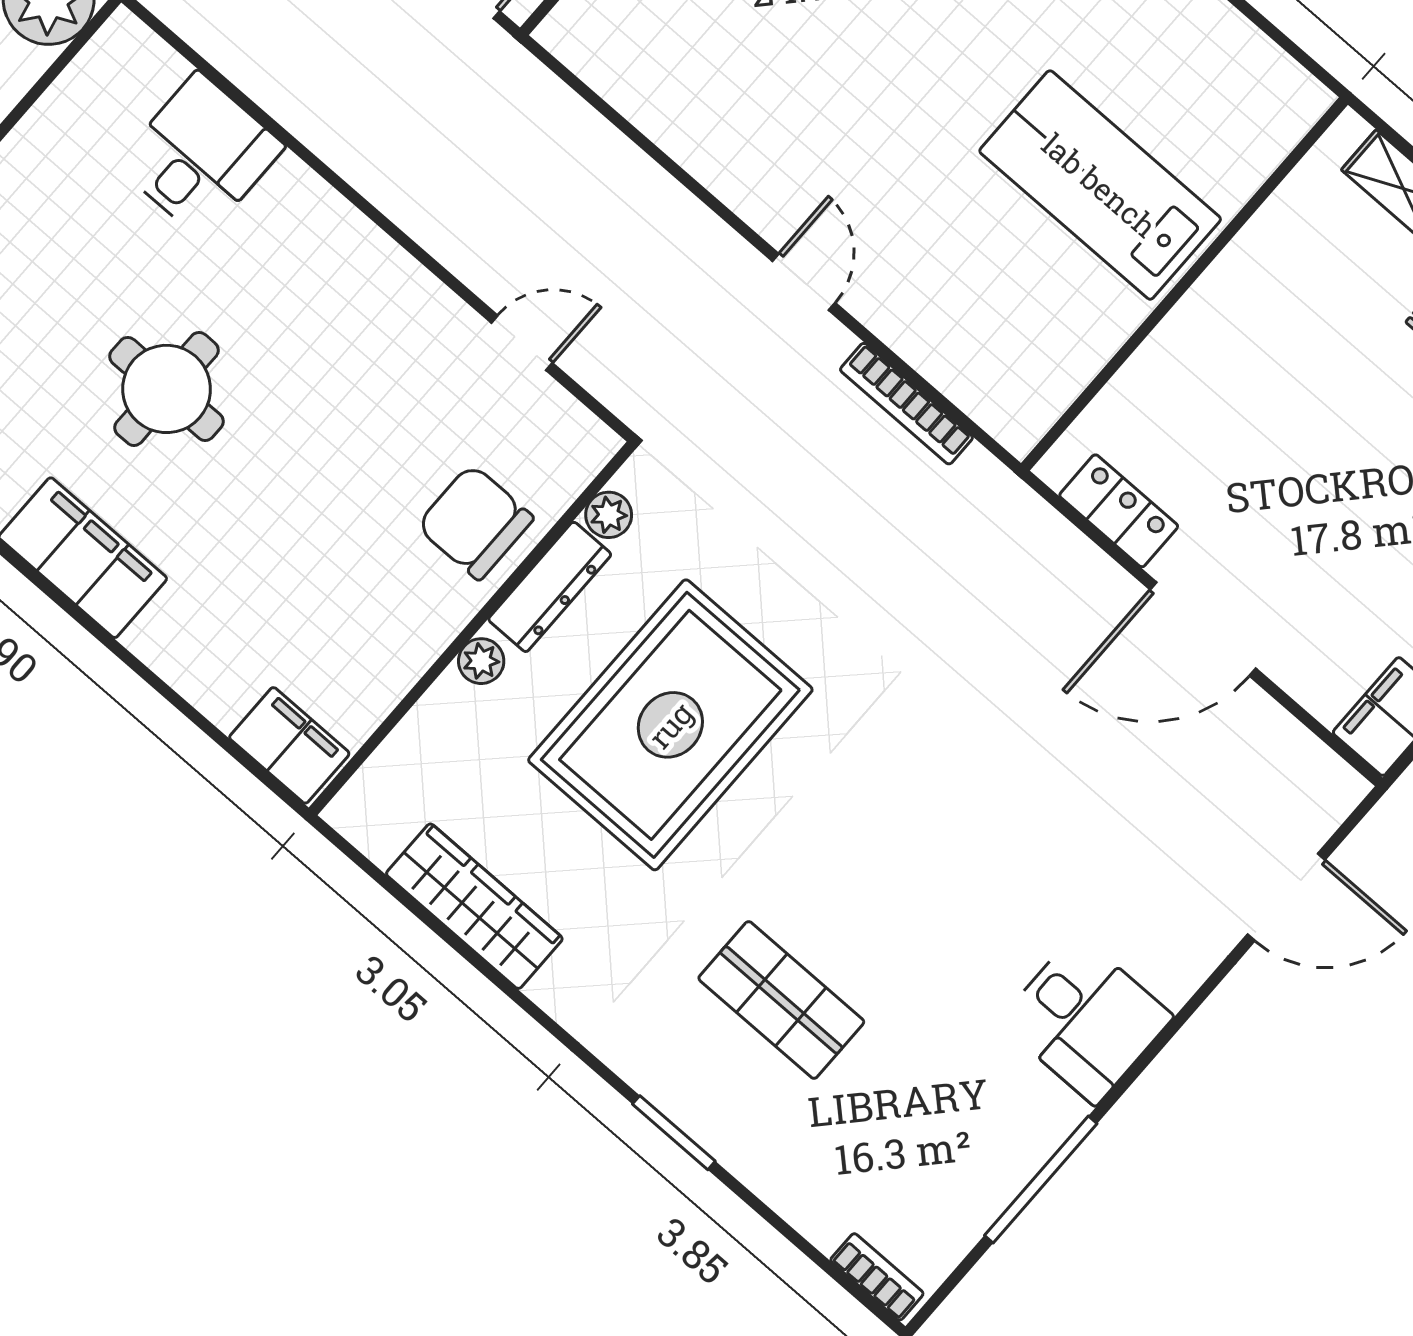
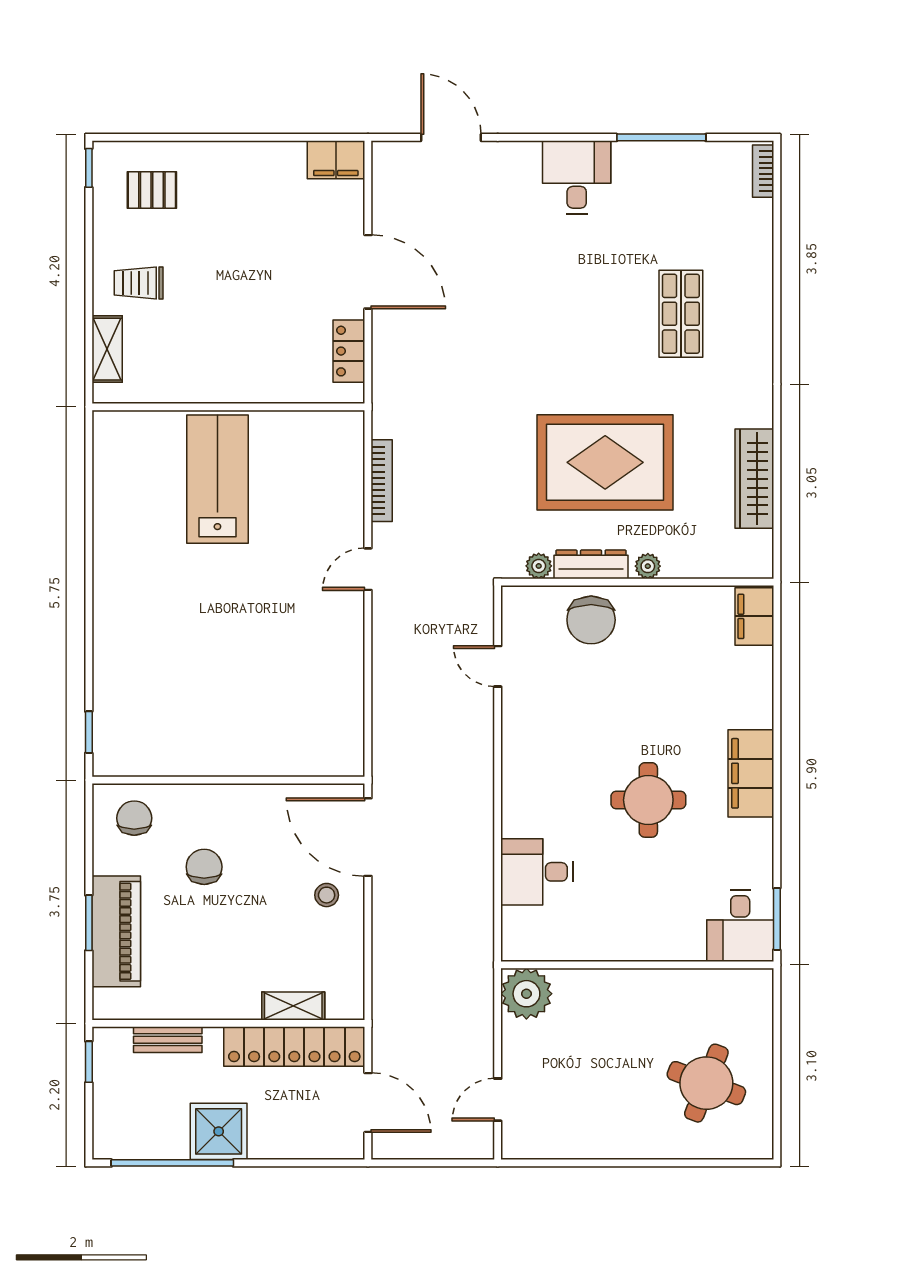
lab bench: (1100, 185) -> (217, 479), turned 180
window: (674, 1133) -> (777, 310), removed

